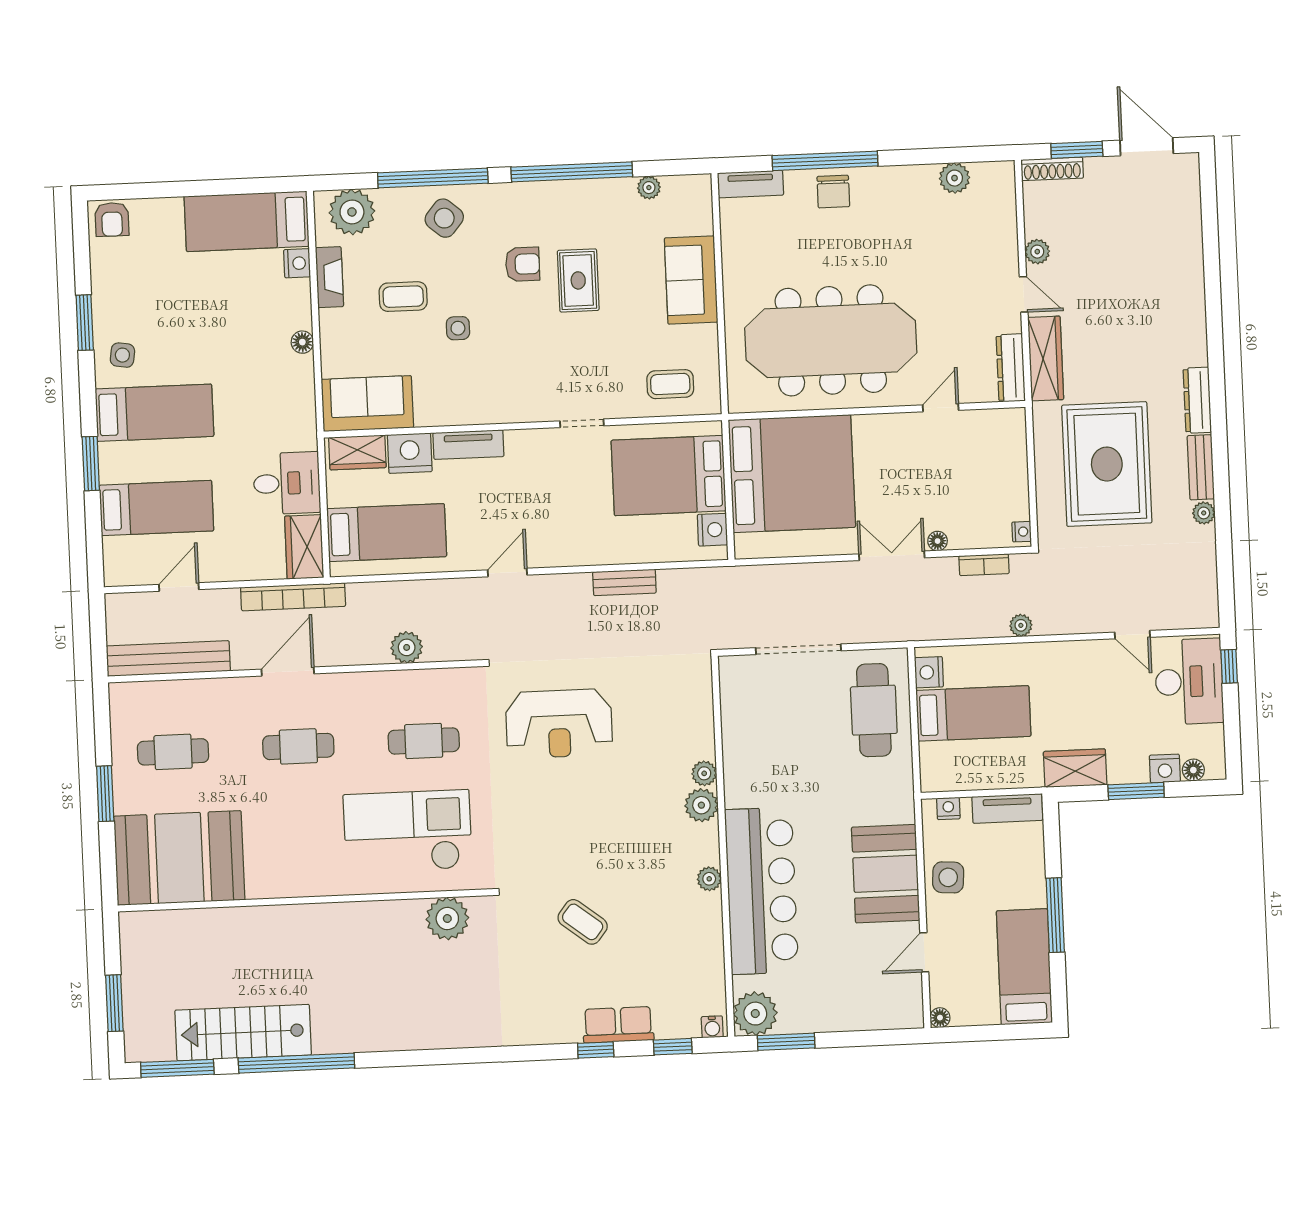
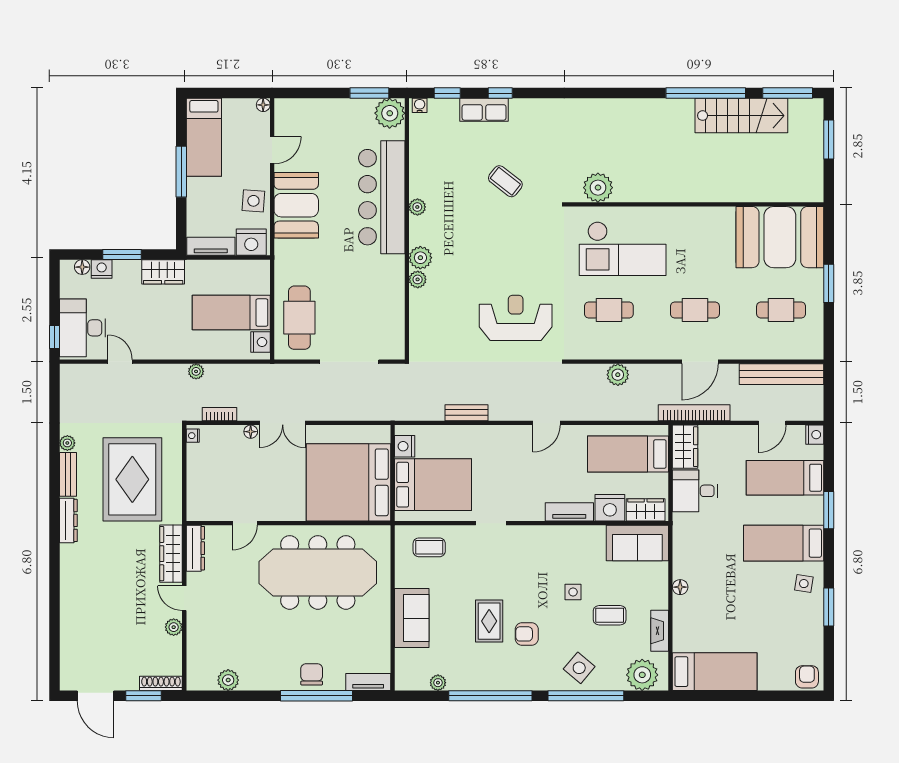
nightstand: (297, 263) -> (815, 435), moved, turned 180
nightstand: (948, 808) -> (251, 242), width x1.89, depth x1.79

